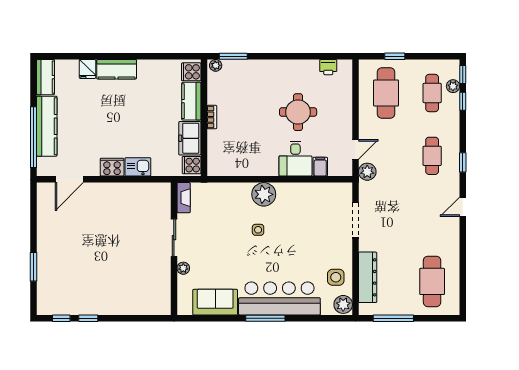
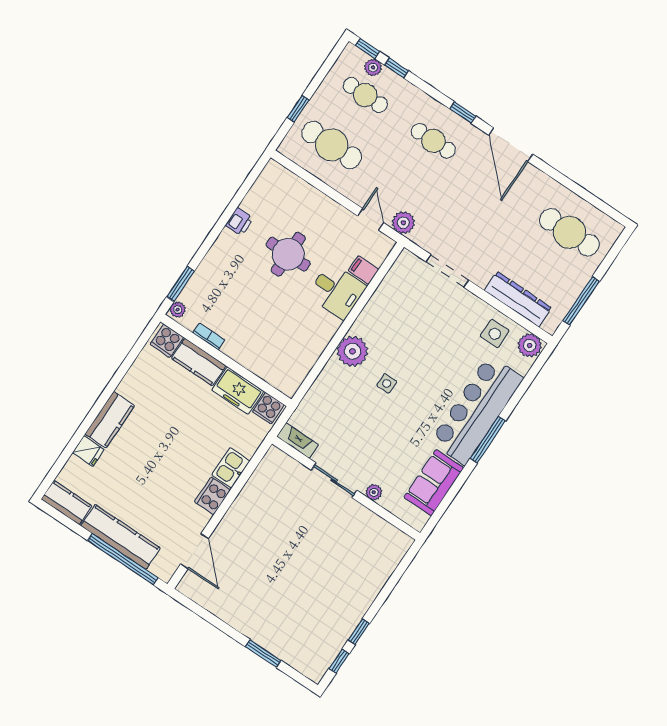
printer: (328, 67) -> (239, 222), moved
bookcase: (212, 117) -> (209, 336), moved
door: (463, 207) -> (511, 145), width x1.88

